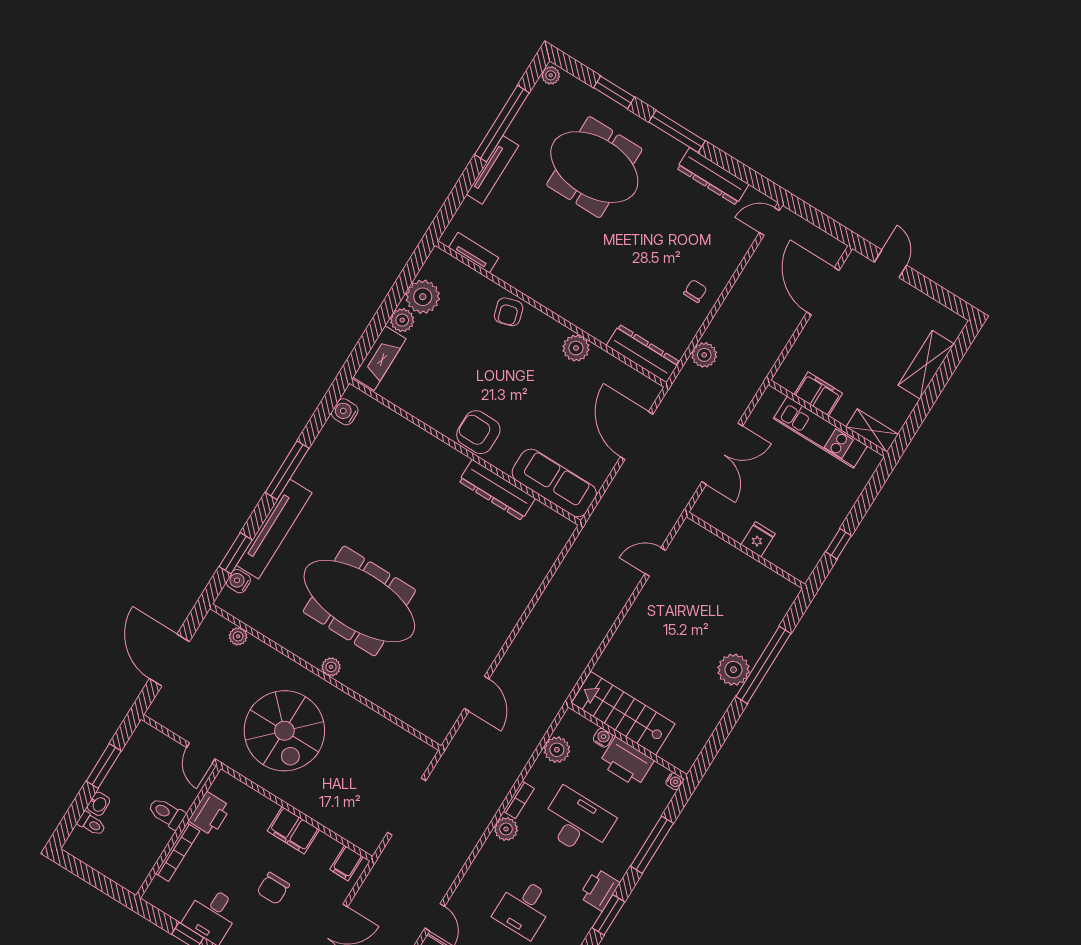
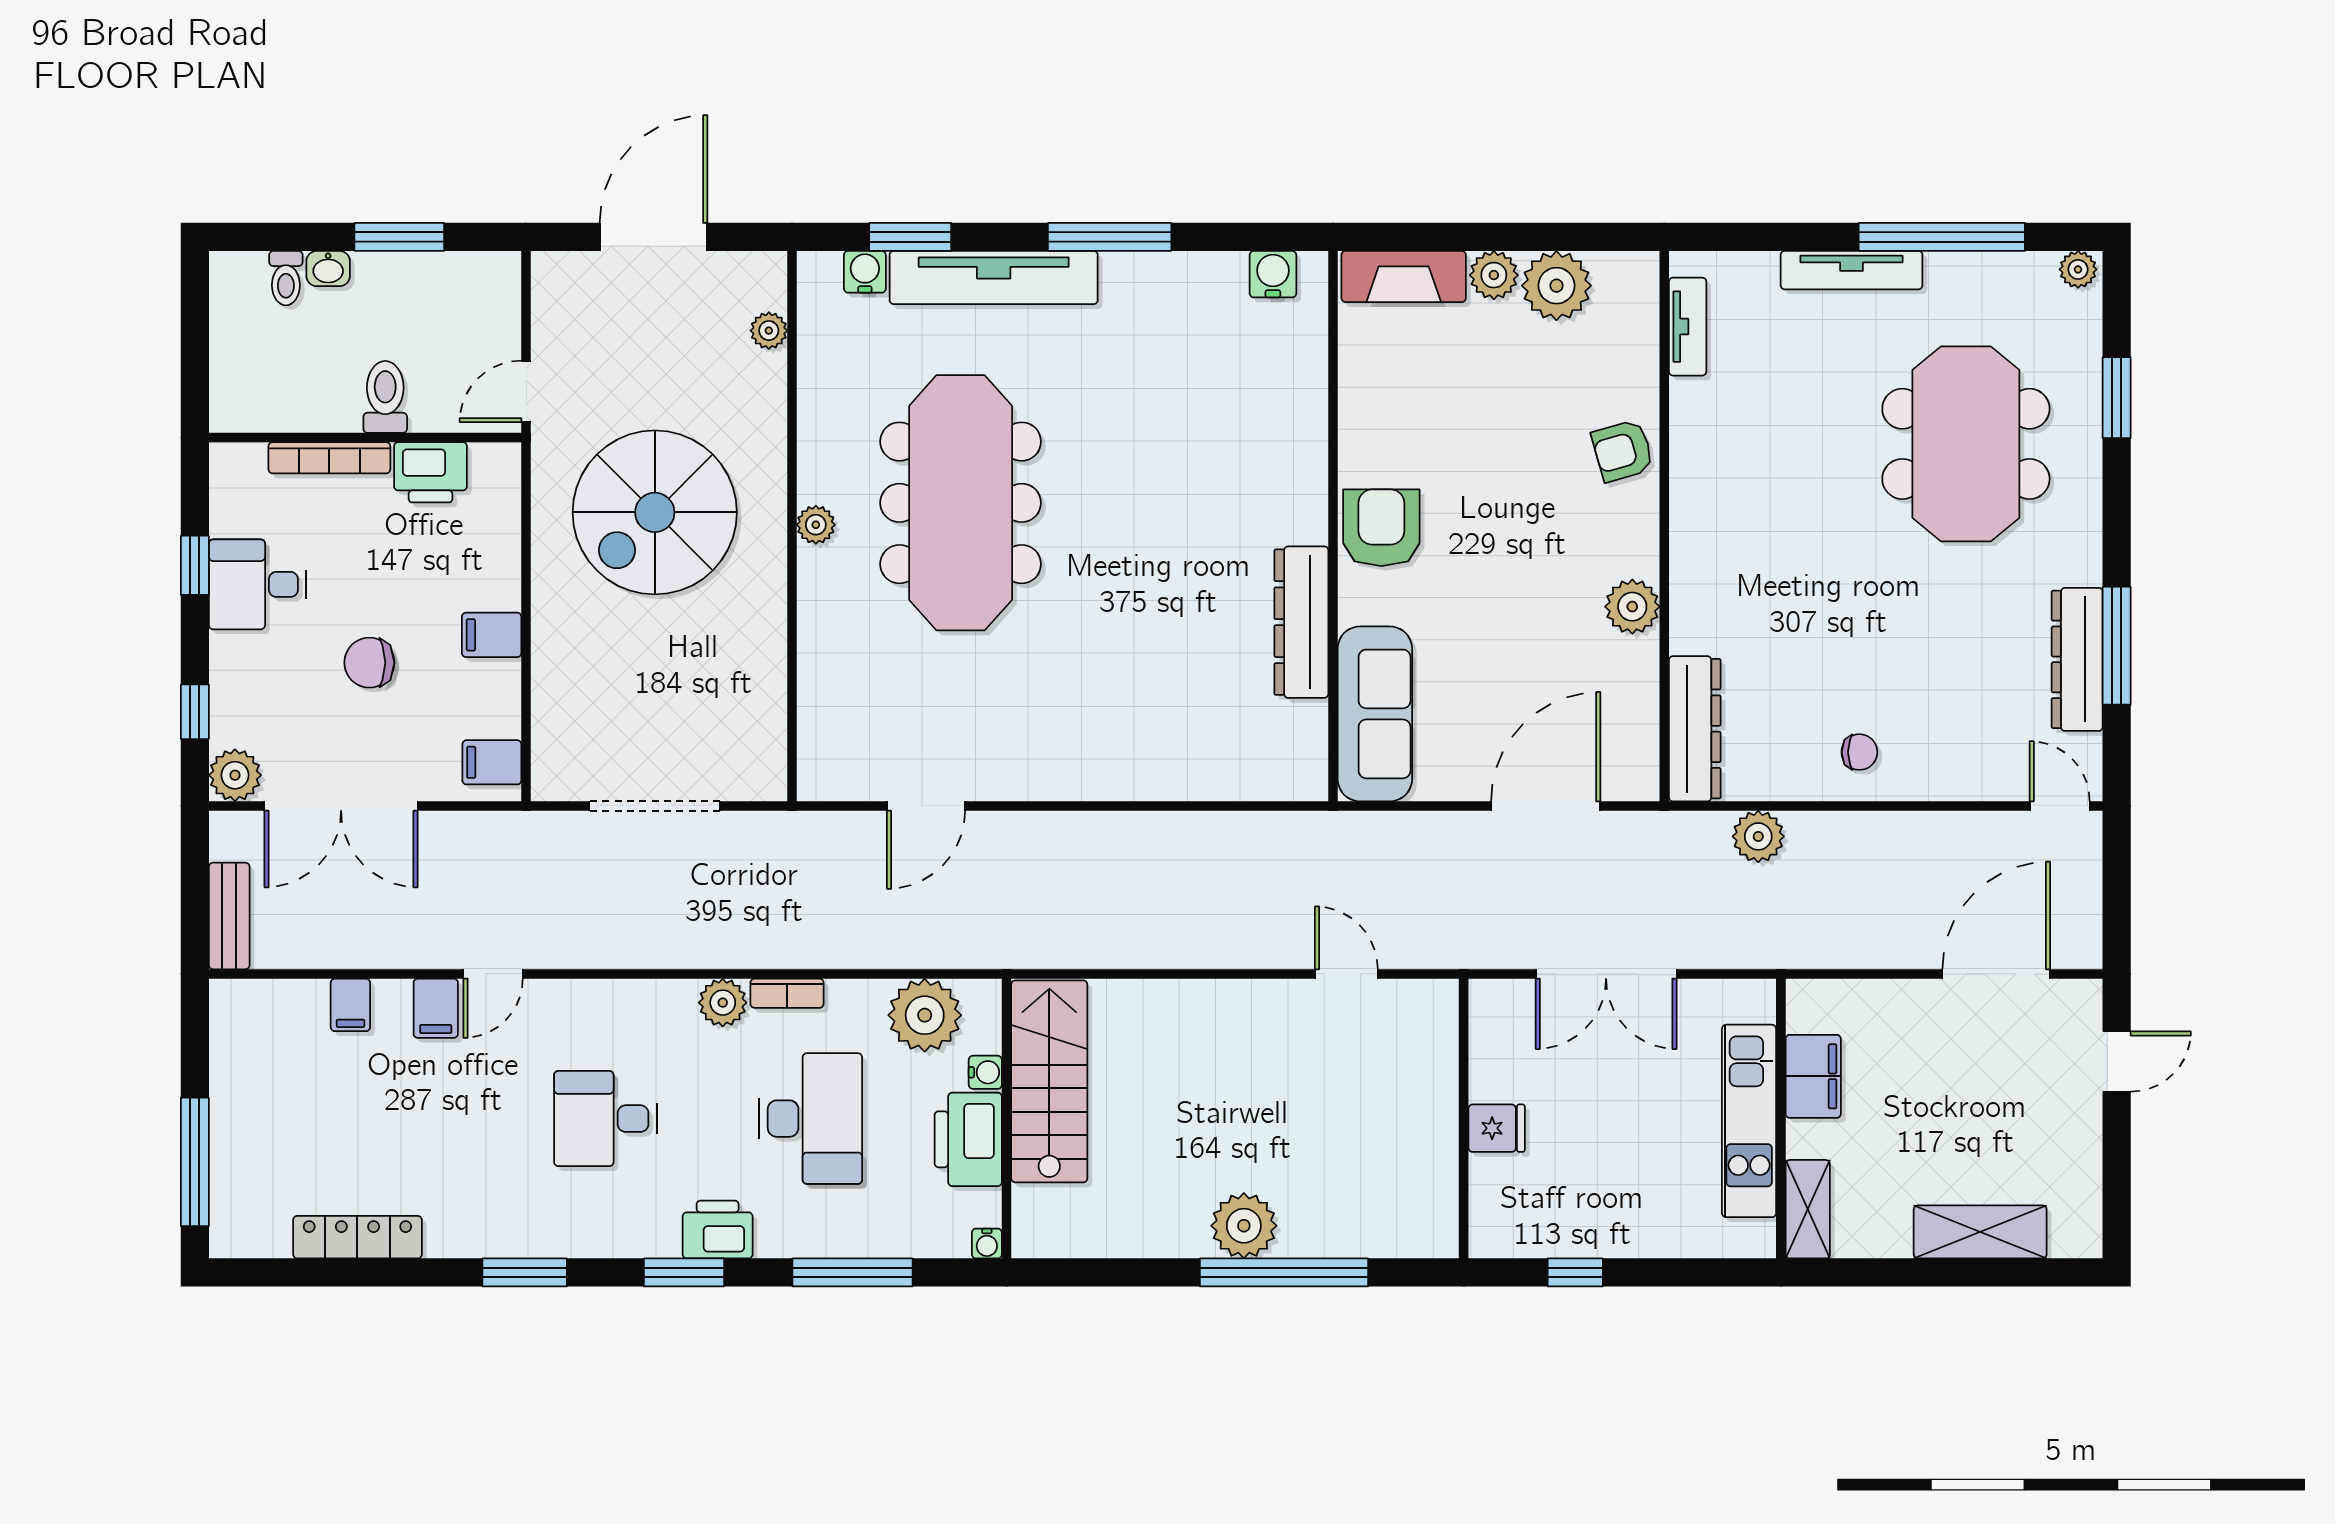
window: (677, 131) -> (2117, 646), moved
plant: (557, 750) -> (925, 1015), width x1.36, depth x1.36
filing cabinet: (293, 830) -> (492, 635), width x0.50

